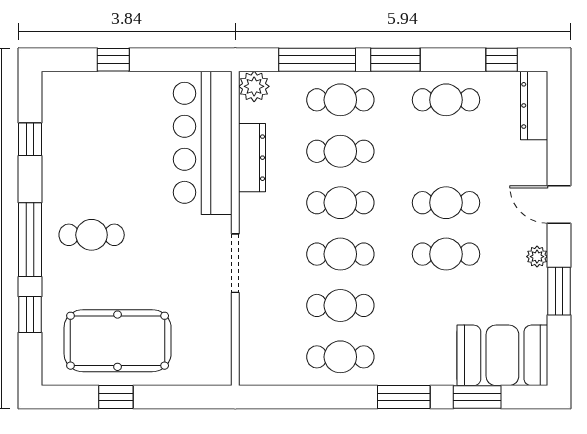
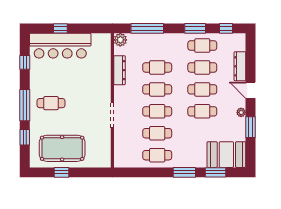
window: (395, 60) -> (195, 28), moved
cafe table: (340, 100) -> (202, 67), moved
dresser: (534, 105) -> (240, 66), moved
bar counter: (203, 143) -> (60, 46), moved, turned -90

